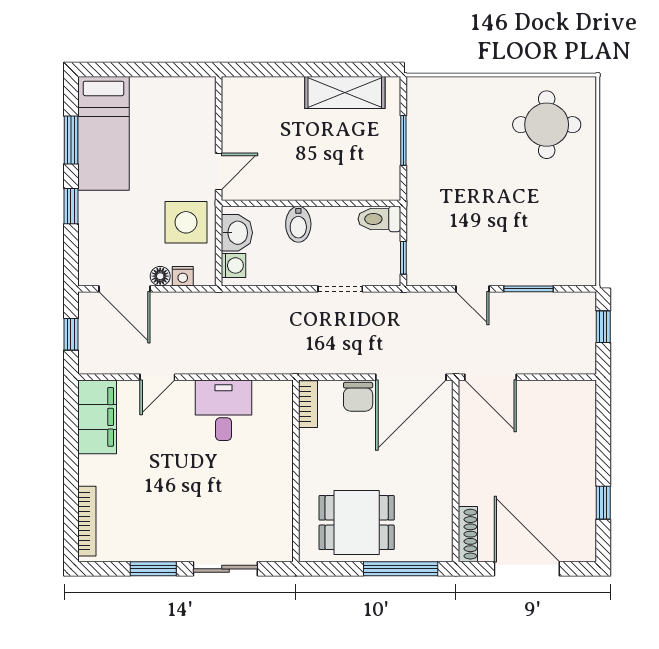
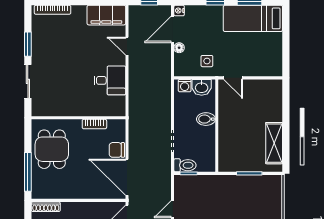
toilet: (379, 219) -> (185, 165), moved, turned 90
side table: (186, 222) -> (207, 61), width x0.54, depth x0.54
nightstand: (183, 276) -> (179, 11), moved
bookcase: (308, 404) -> (94, 124), moved

